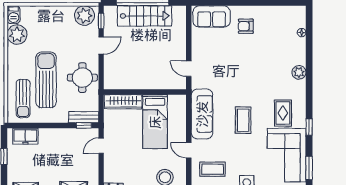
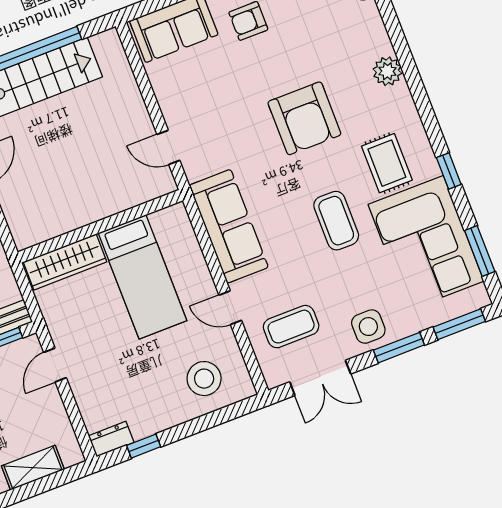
armchair: (254, 79) -> (304, 118), added
coffee table: (243, 120) -> (336, 221), moved

